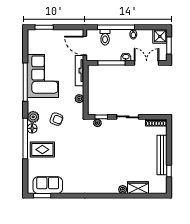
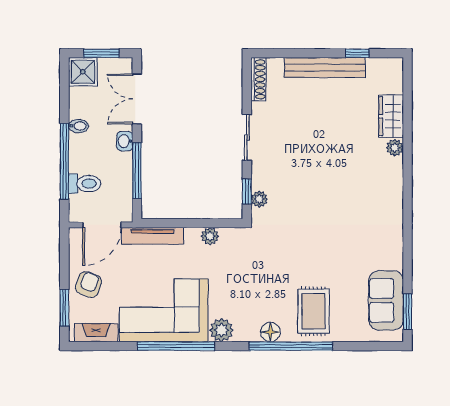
fireplace: (32, 43) -> (96, 333), added
plant: (33, 117) -> (221, 330), moved
armchair: (56, 119) -> (89, 285), moved

